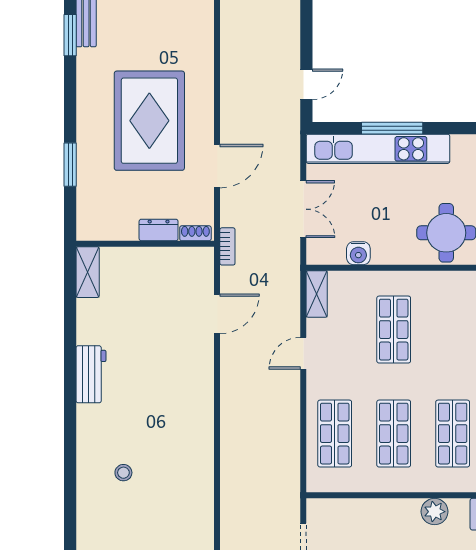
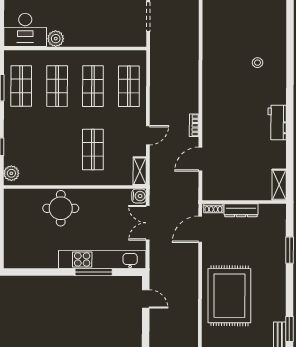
door: (306, 84) -> (146, 299), swing flipped
rug: (149, 121) -> (229, 296), moved
door: (217, 166) -> (200, 229), moved
dresser: (159, 230) -> (241, 210), width x1.44
bookcase: (227, 246) -> (194, 125), moved
water cooler: (358, 253) -> (139, 196), moved, turned 90
plant: (435, 512) -> (56, 39), moved

